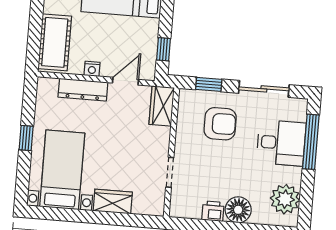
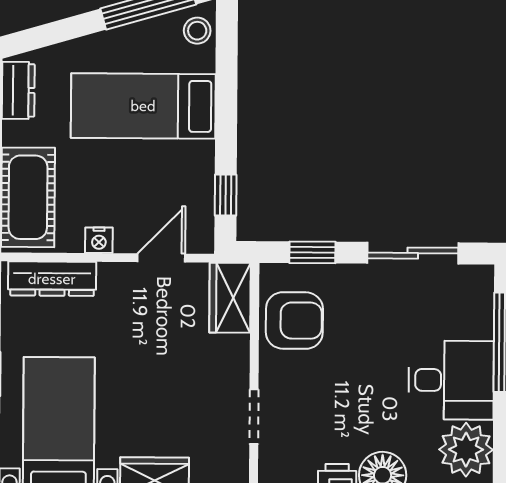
dresser: (83, 90) -> (52, 279), moved
armchair: (220, 124) -> (294, 321), moved
desk: (281, 143) -> (451, 380), moved

